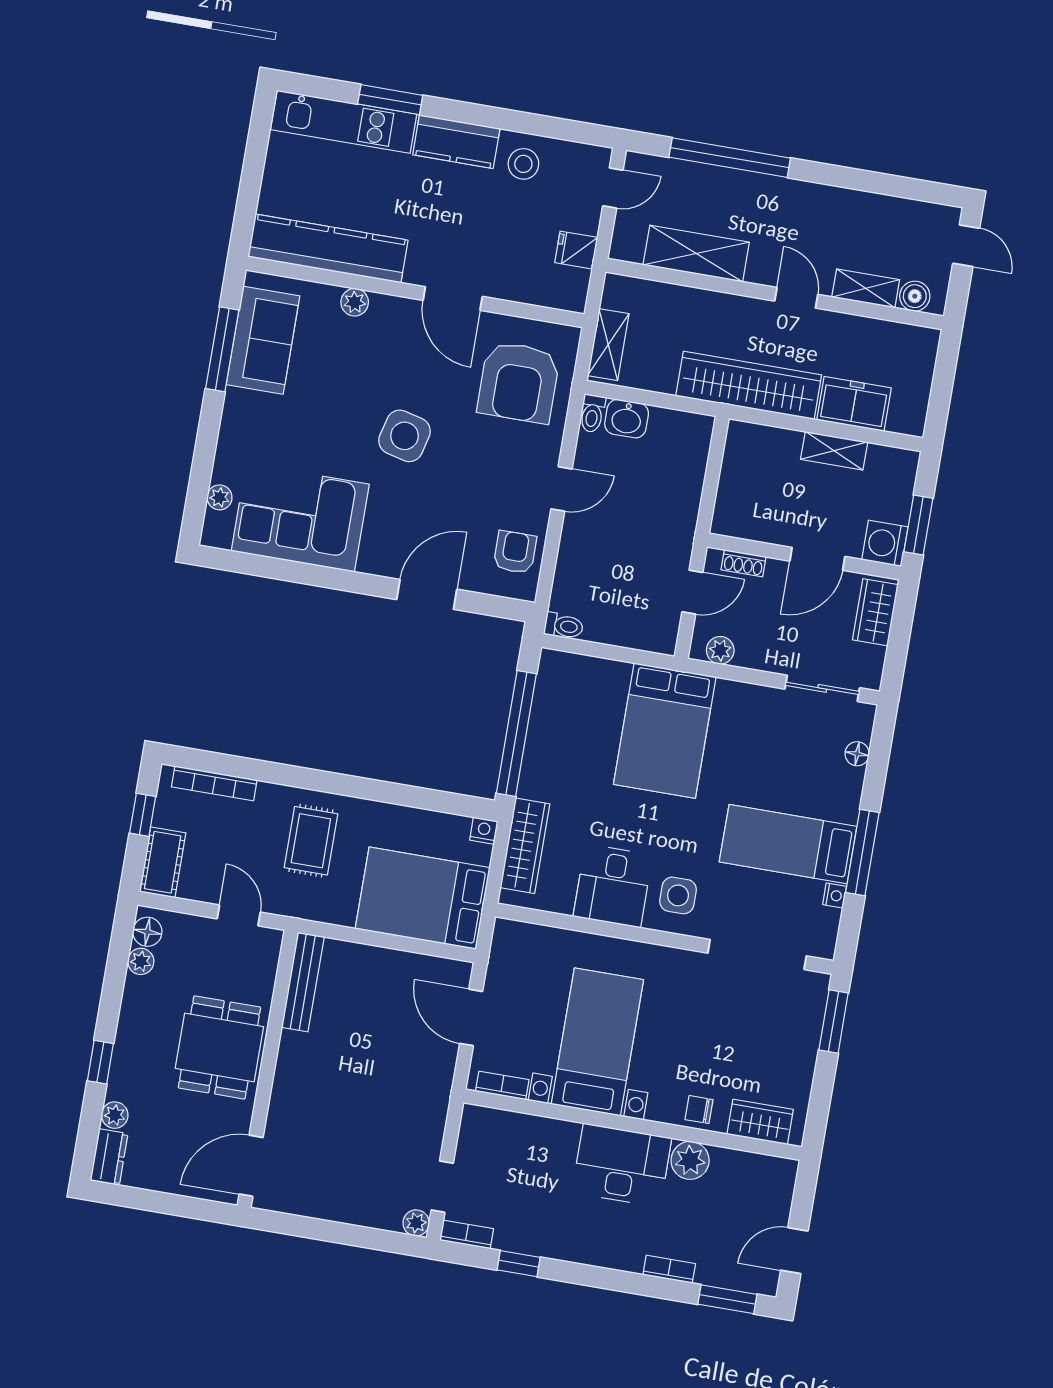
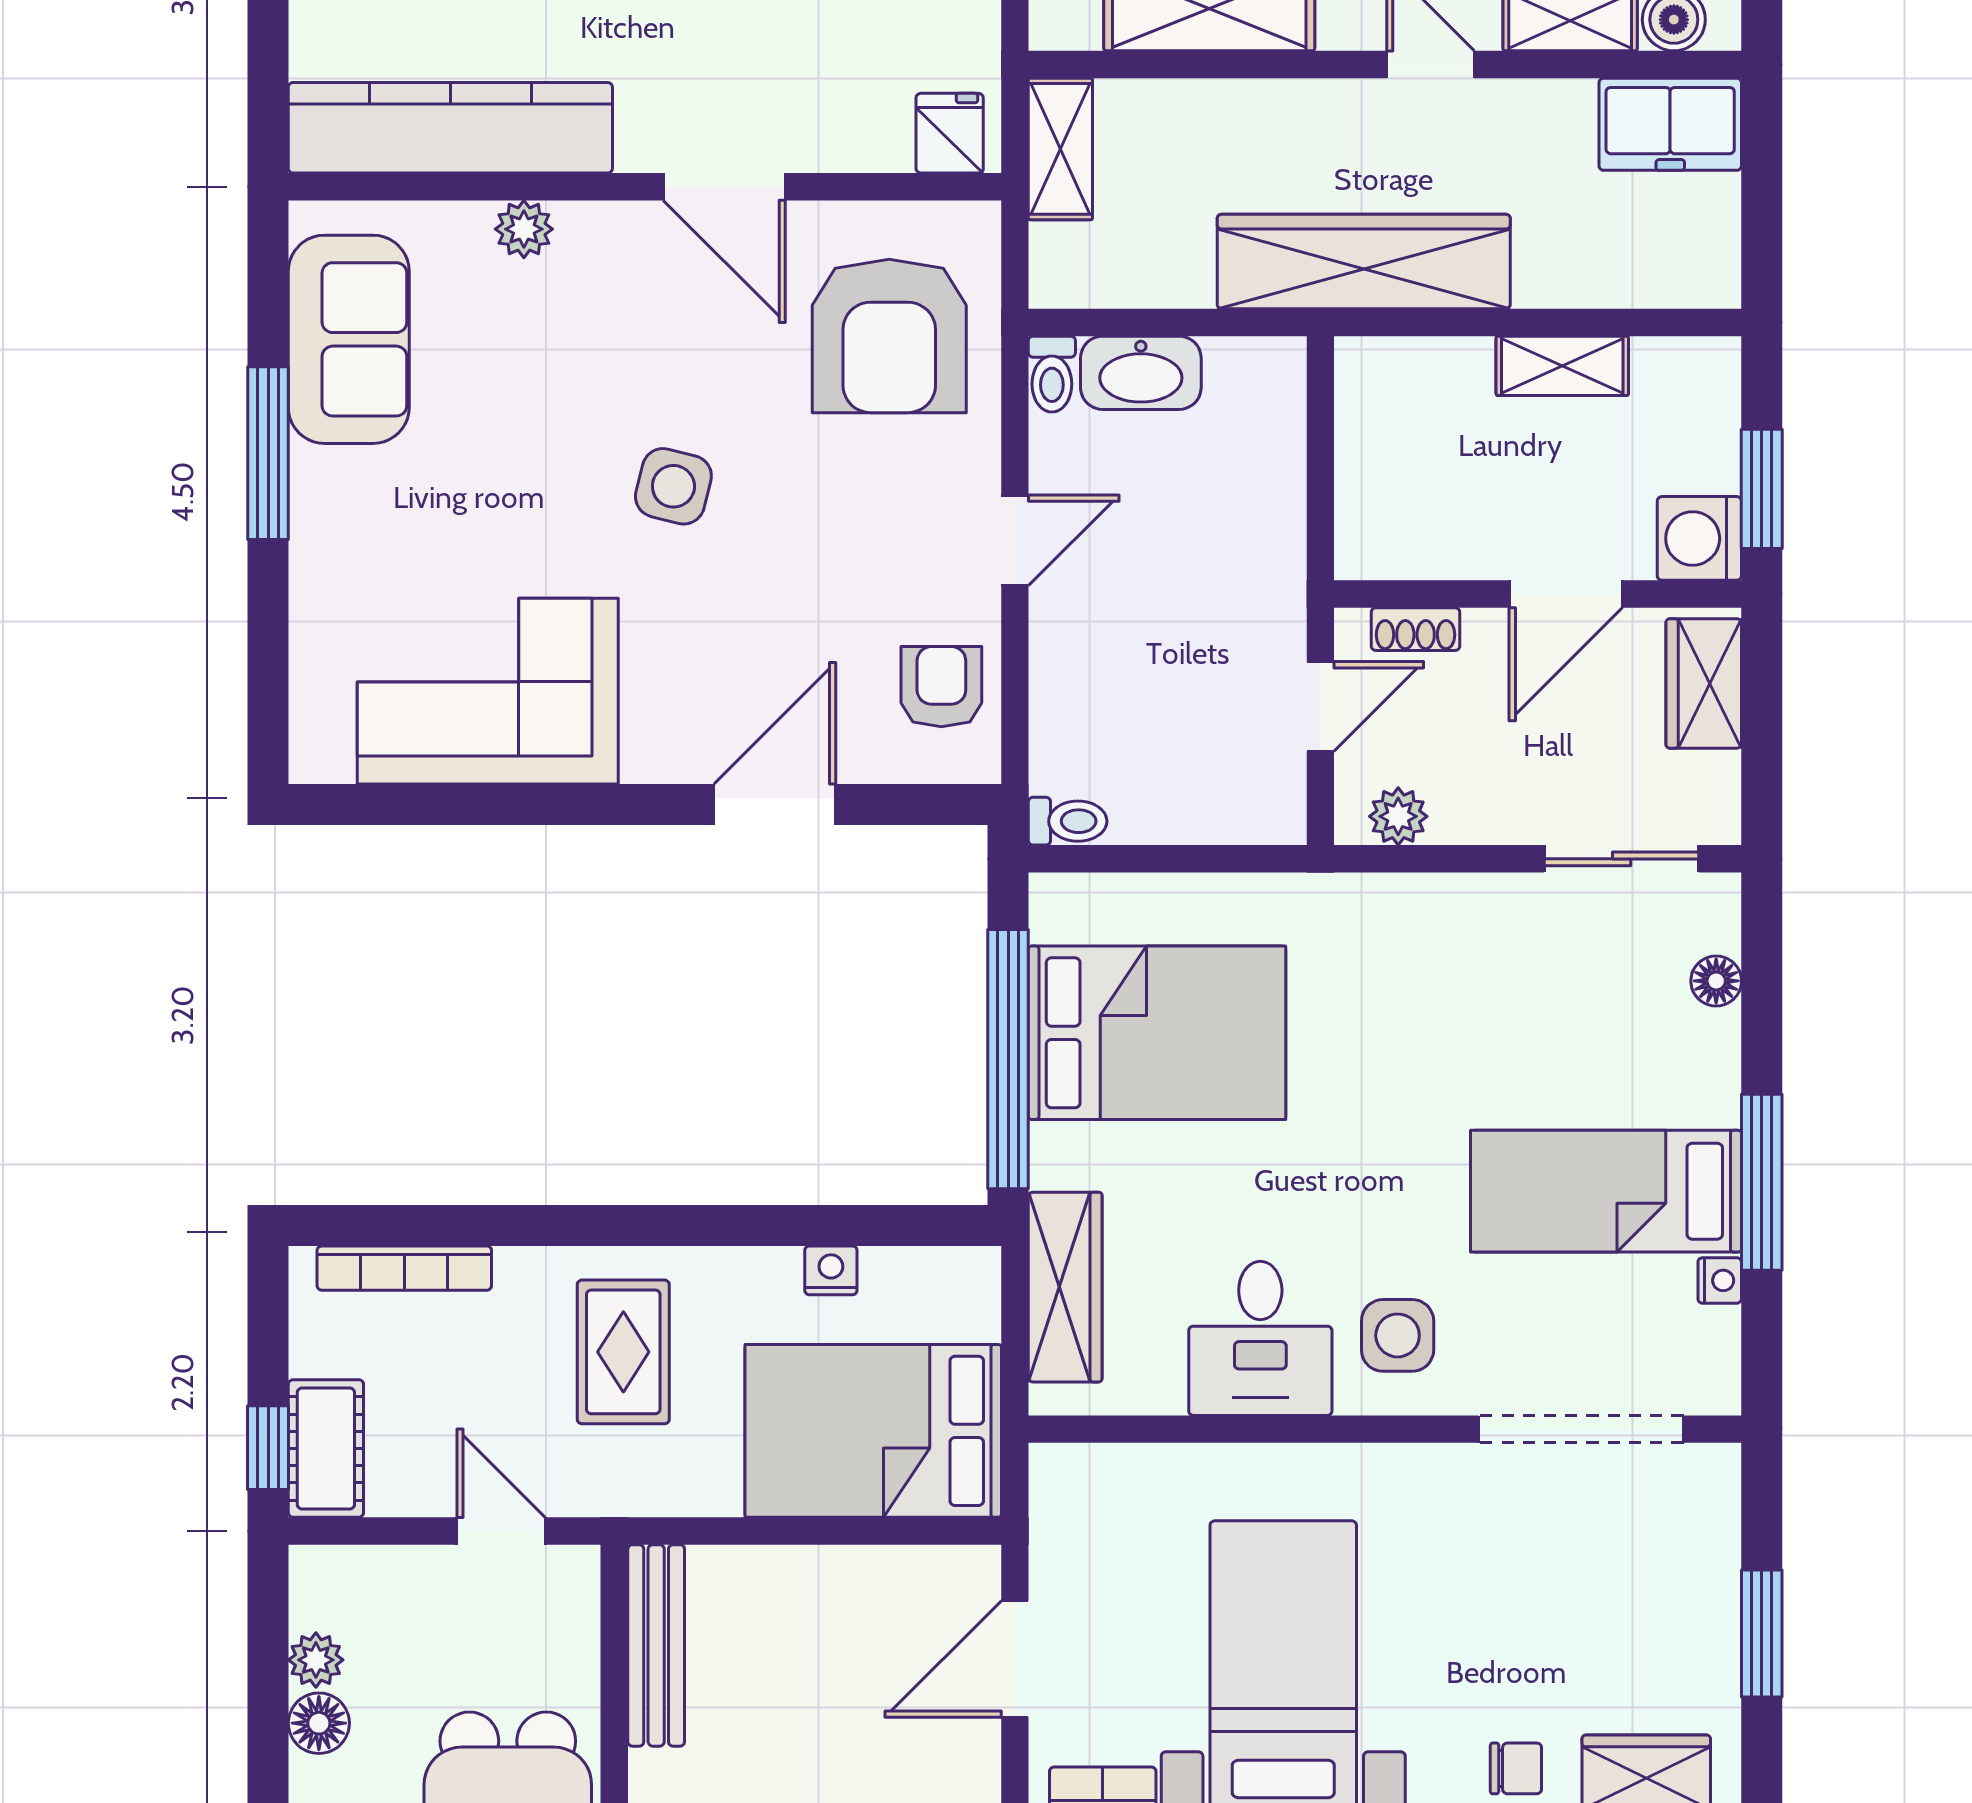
fridge: (576, 250) -> (950, 133), moved, turned 90
shelving: (608, 345) -> (1060, 149), moved
window: (222, 349) -> (268, 453), moved
freezer: (854, 404) -> (1670, 124), moved, turned 180
washbasin: (627, 419) -> (1141, 373), width x1.38
side table: (405, 436) -> (673, 486), width x0.73, depth x0.73
plant: (219, 497) -> (315, 678), removed
bed: (665, 731) -> (1157, 1033), moved, turned -90
window: (143, 815) -> (268, 1448), moved
nightstand: (484, 831) -> (831, 1270), moved
floor lamp: (147, 932) -> (319, 1723), moved
door: (471, 1017) -> (1015, 1659), hinge flipped
window: (834, 1021) -> (1762, 1633), moved
chair: (699, 1110) -> (1516, 1768), turned 180

